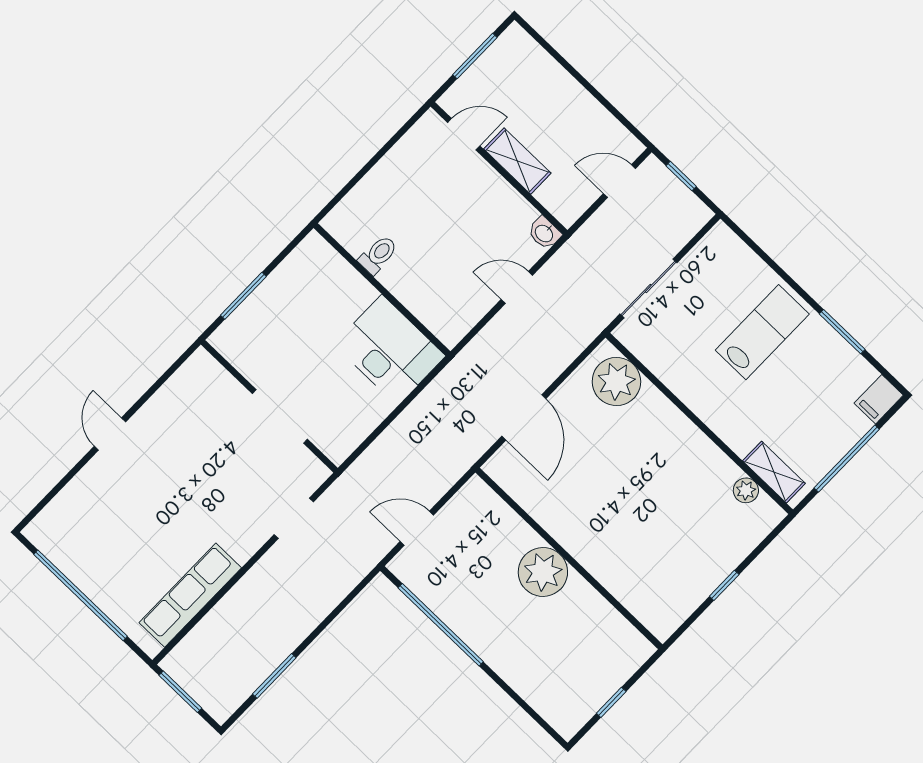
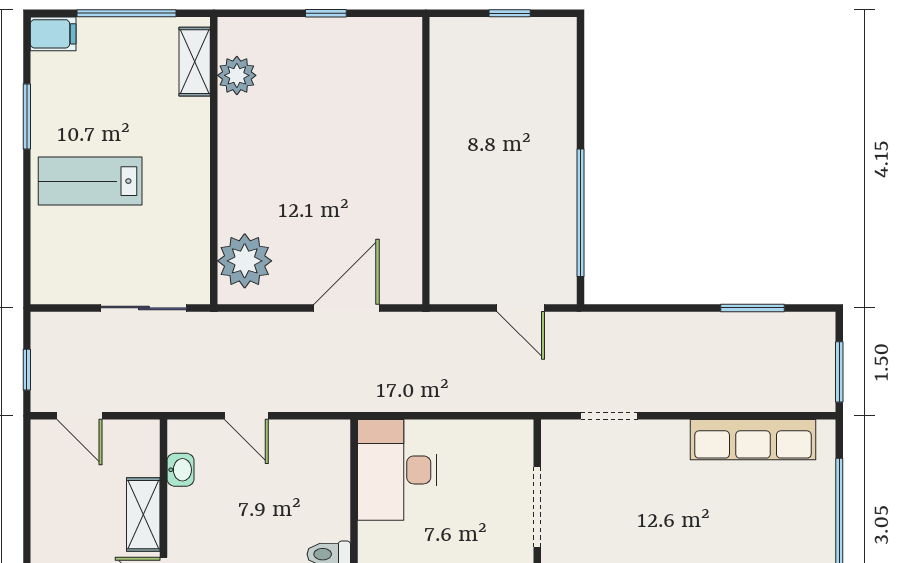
washbasin: (544, 233) -> (181, 470), moved
plant: (746, 490) -> (237, 75), width x1.38, depth x1.38
plant: (543, 572) -> (457, 171), removed

